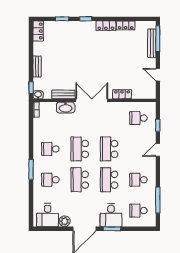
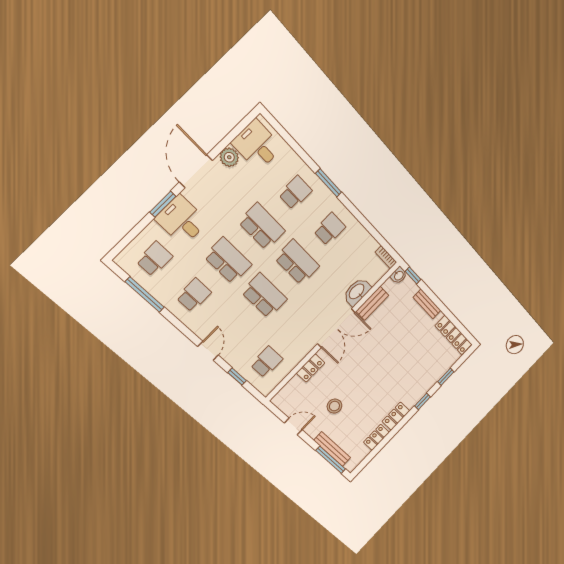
locker: (38, 31) -> (454, 335), width x1.53
stool: (130, 64) -> (334, 406), added

